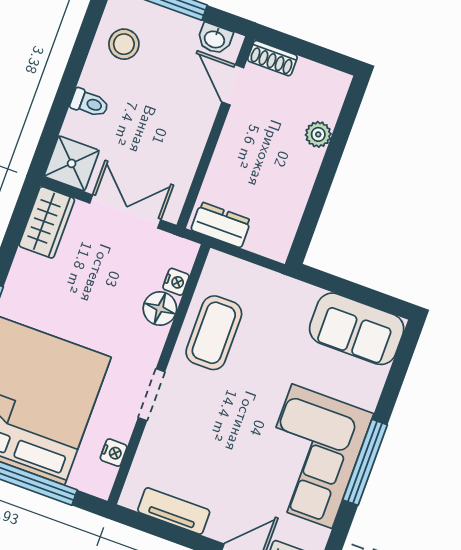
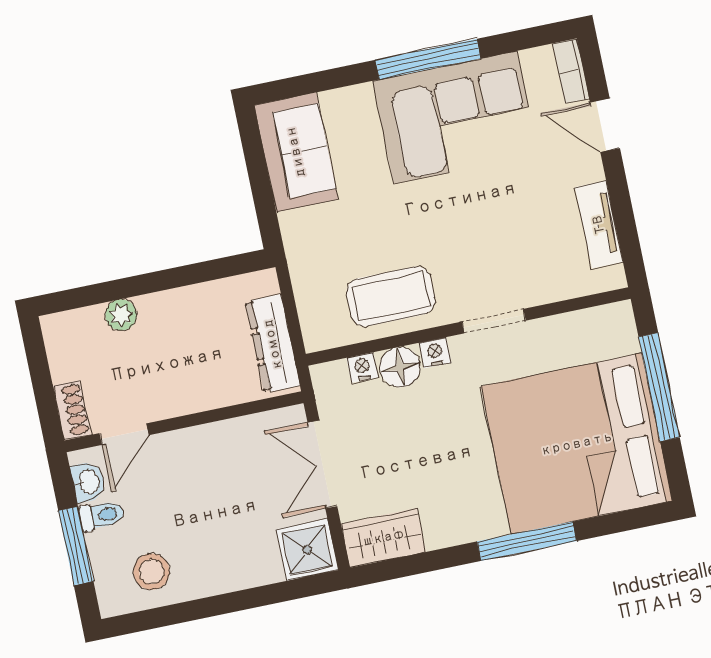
toilet: (89, 103) -> (102, 515), moved, turned 90
dresser: (221, 225) -> (273, 344), width x1.44
nightstand: (114, 453) -> (435, 353), moved

